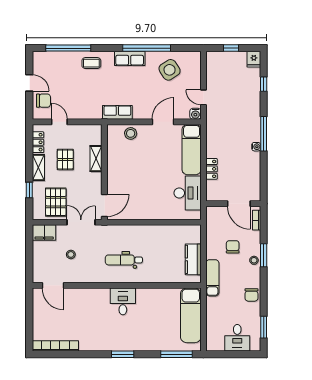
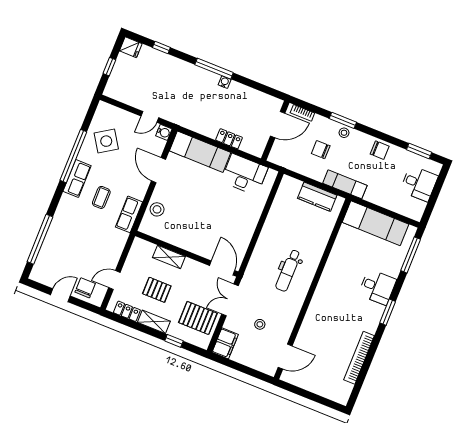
coffee table: (91, 63) -> (101, 197), moved
desk: (123, 301) -> (377, 287), moved, turned 180
bookcase: (55, 346) -> (359, 358), moved

